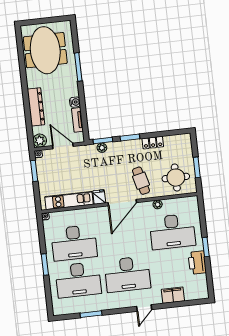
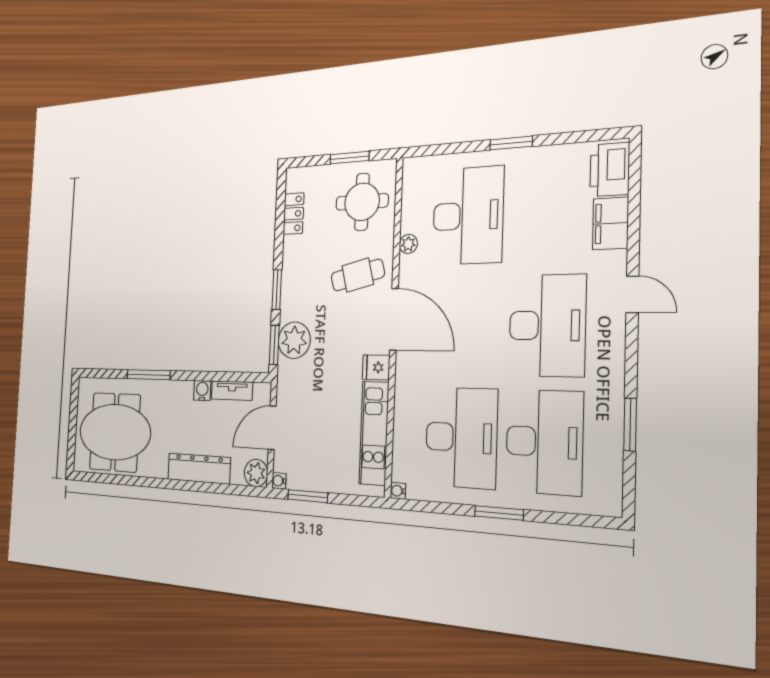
locker: (153, 143) -> (294, 214), moved
plant: (102, 148) -> (294, 340), width x1.87, depth x1.87
printer: (197, 263) -> (610, 170), moved, turned 90

